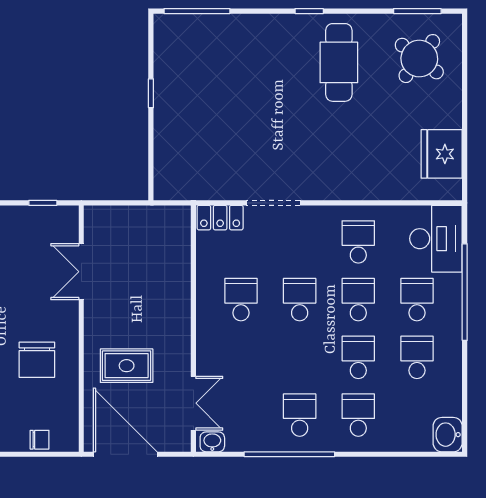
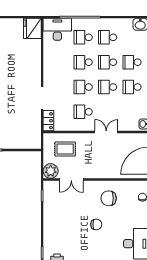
fridge: (442, 154) -> (32, 28), moved, turned 90
plant: (101, 223) -> (51, 171), added
school desk: (358, 242) -> (108, 87), moved
chair: (37, 360) -> (109, 198), turned 180
rug: (127, 366) -> (65, 149), moved, turned 90
double door: (193, 403) -> (106, 132), moved

